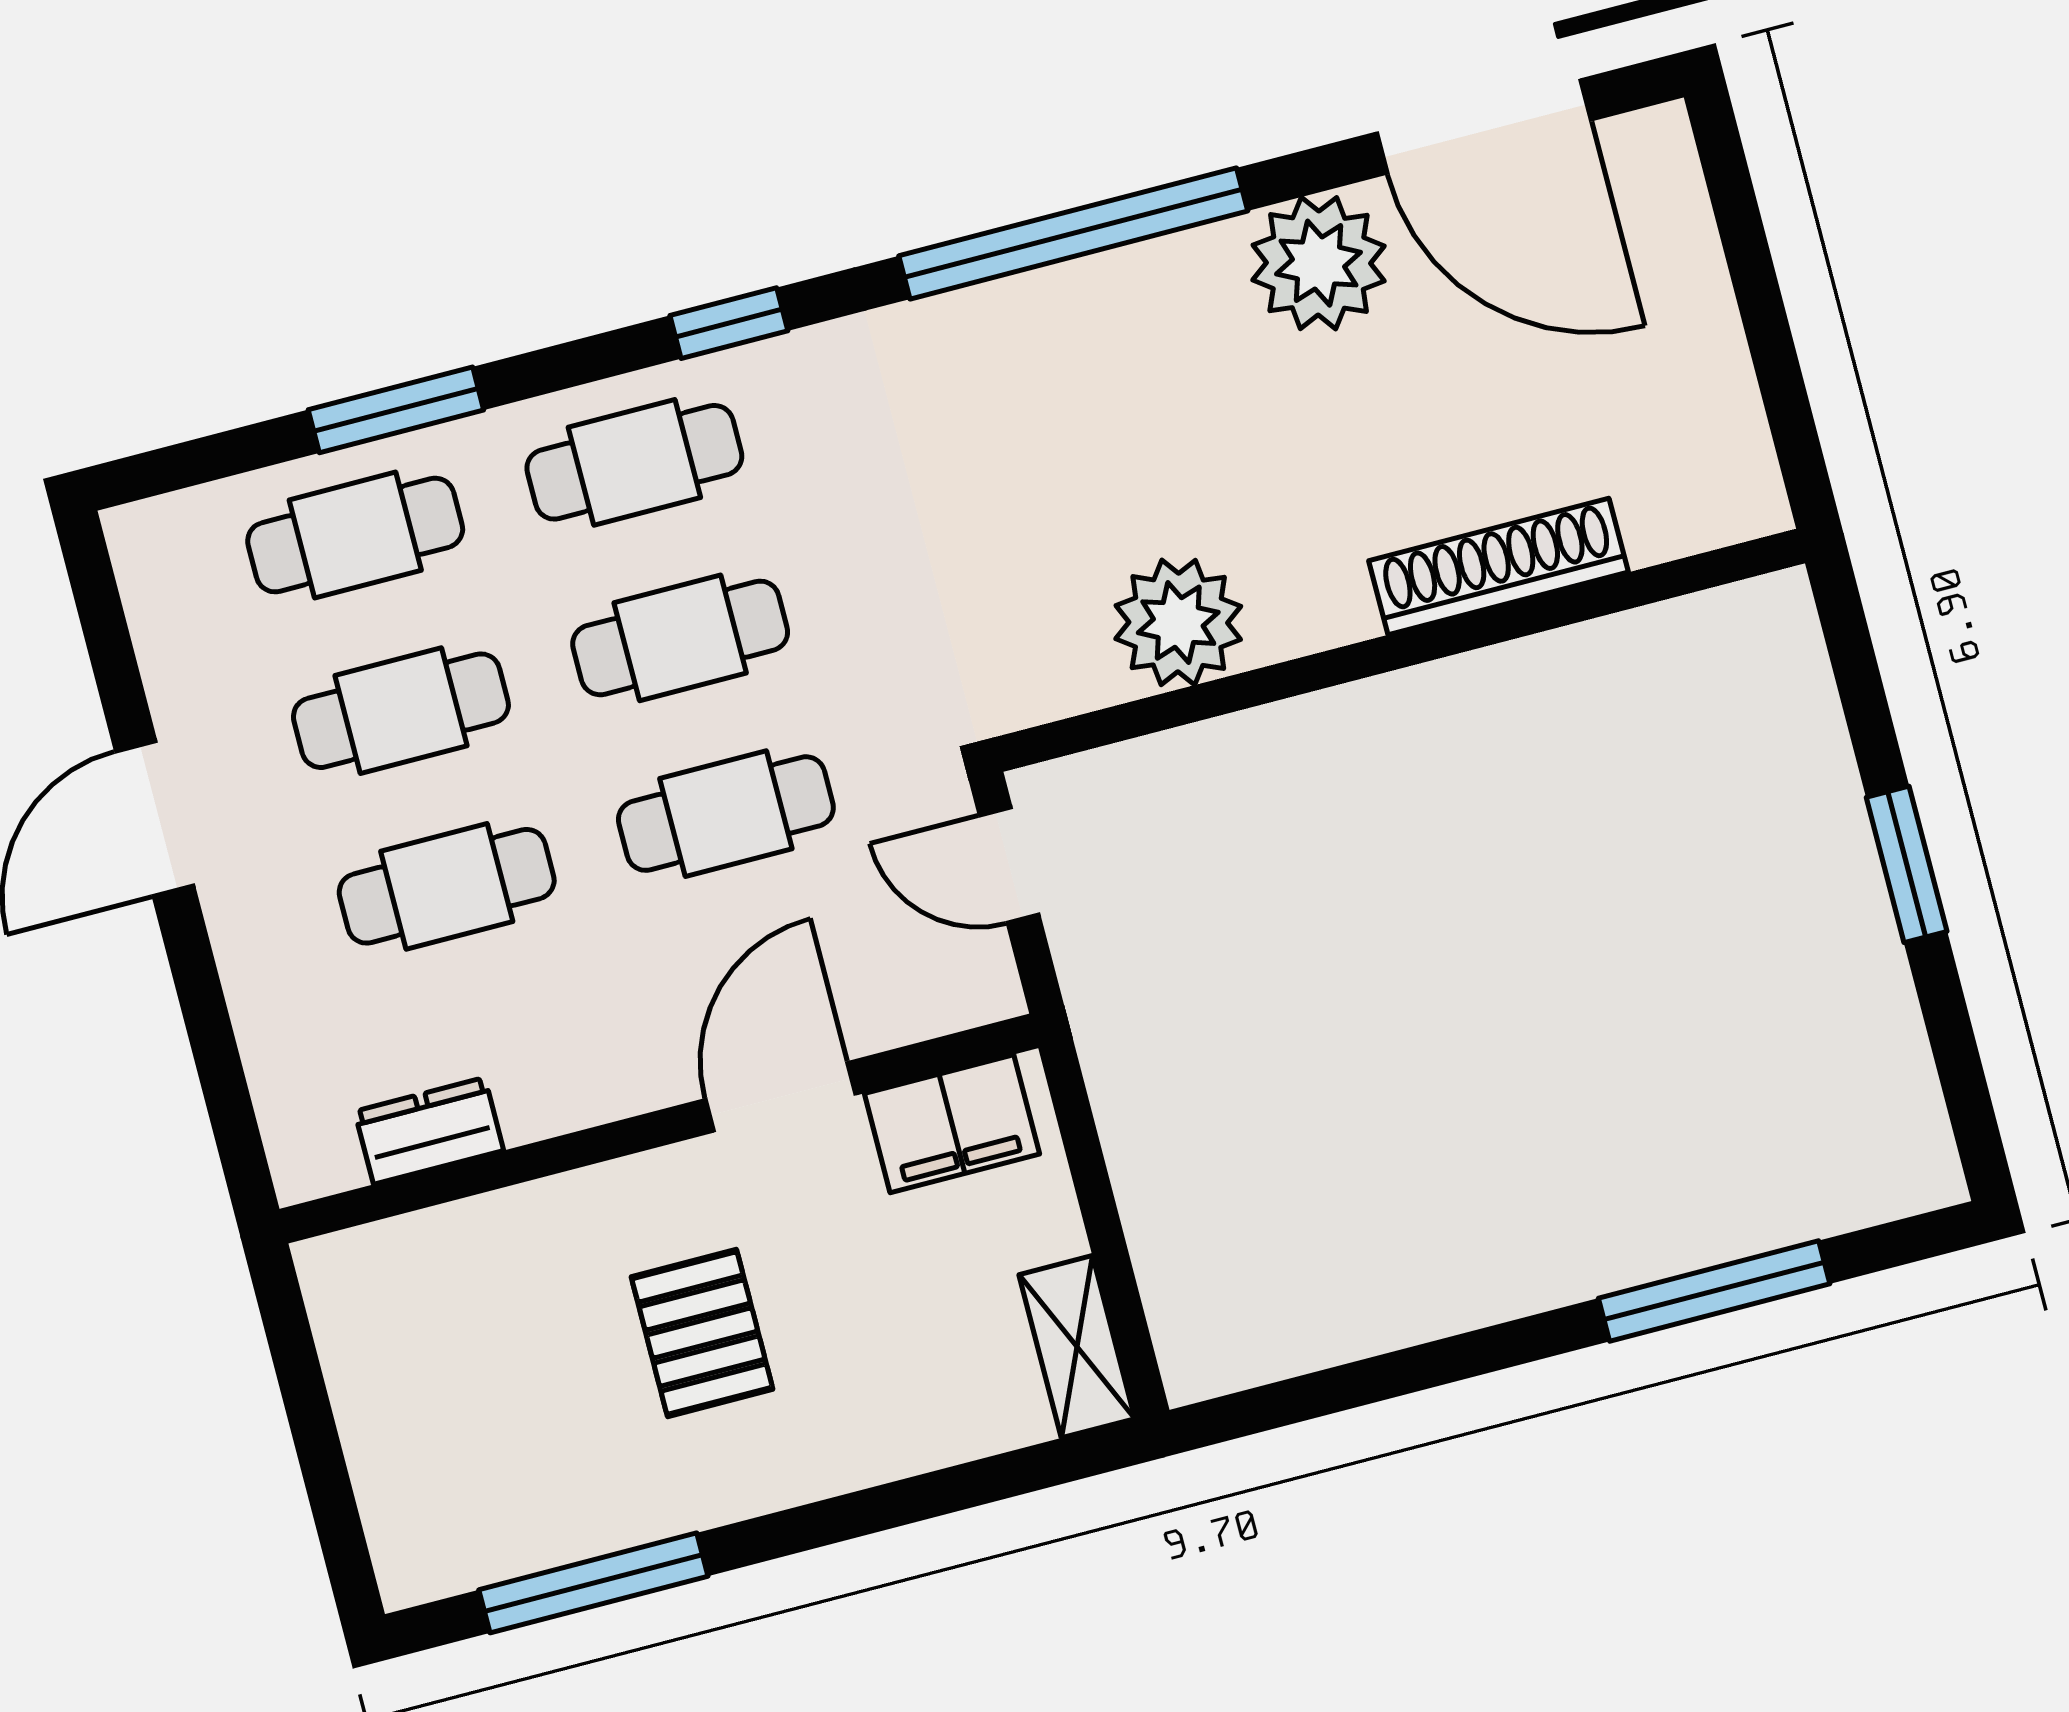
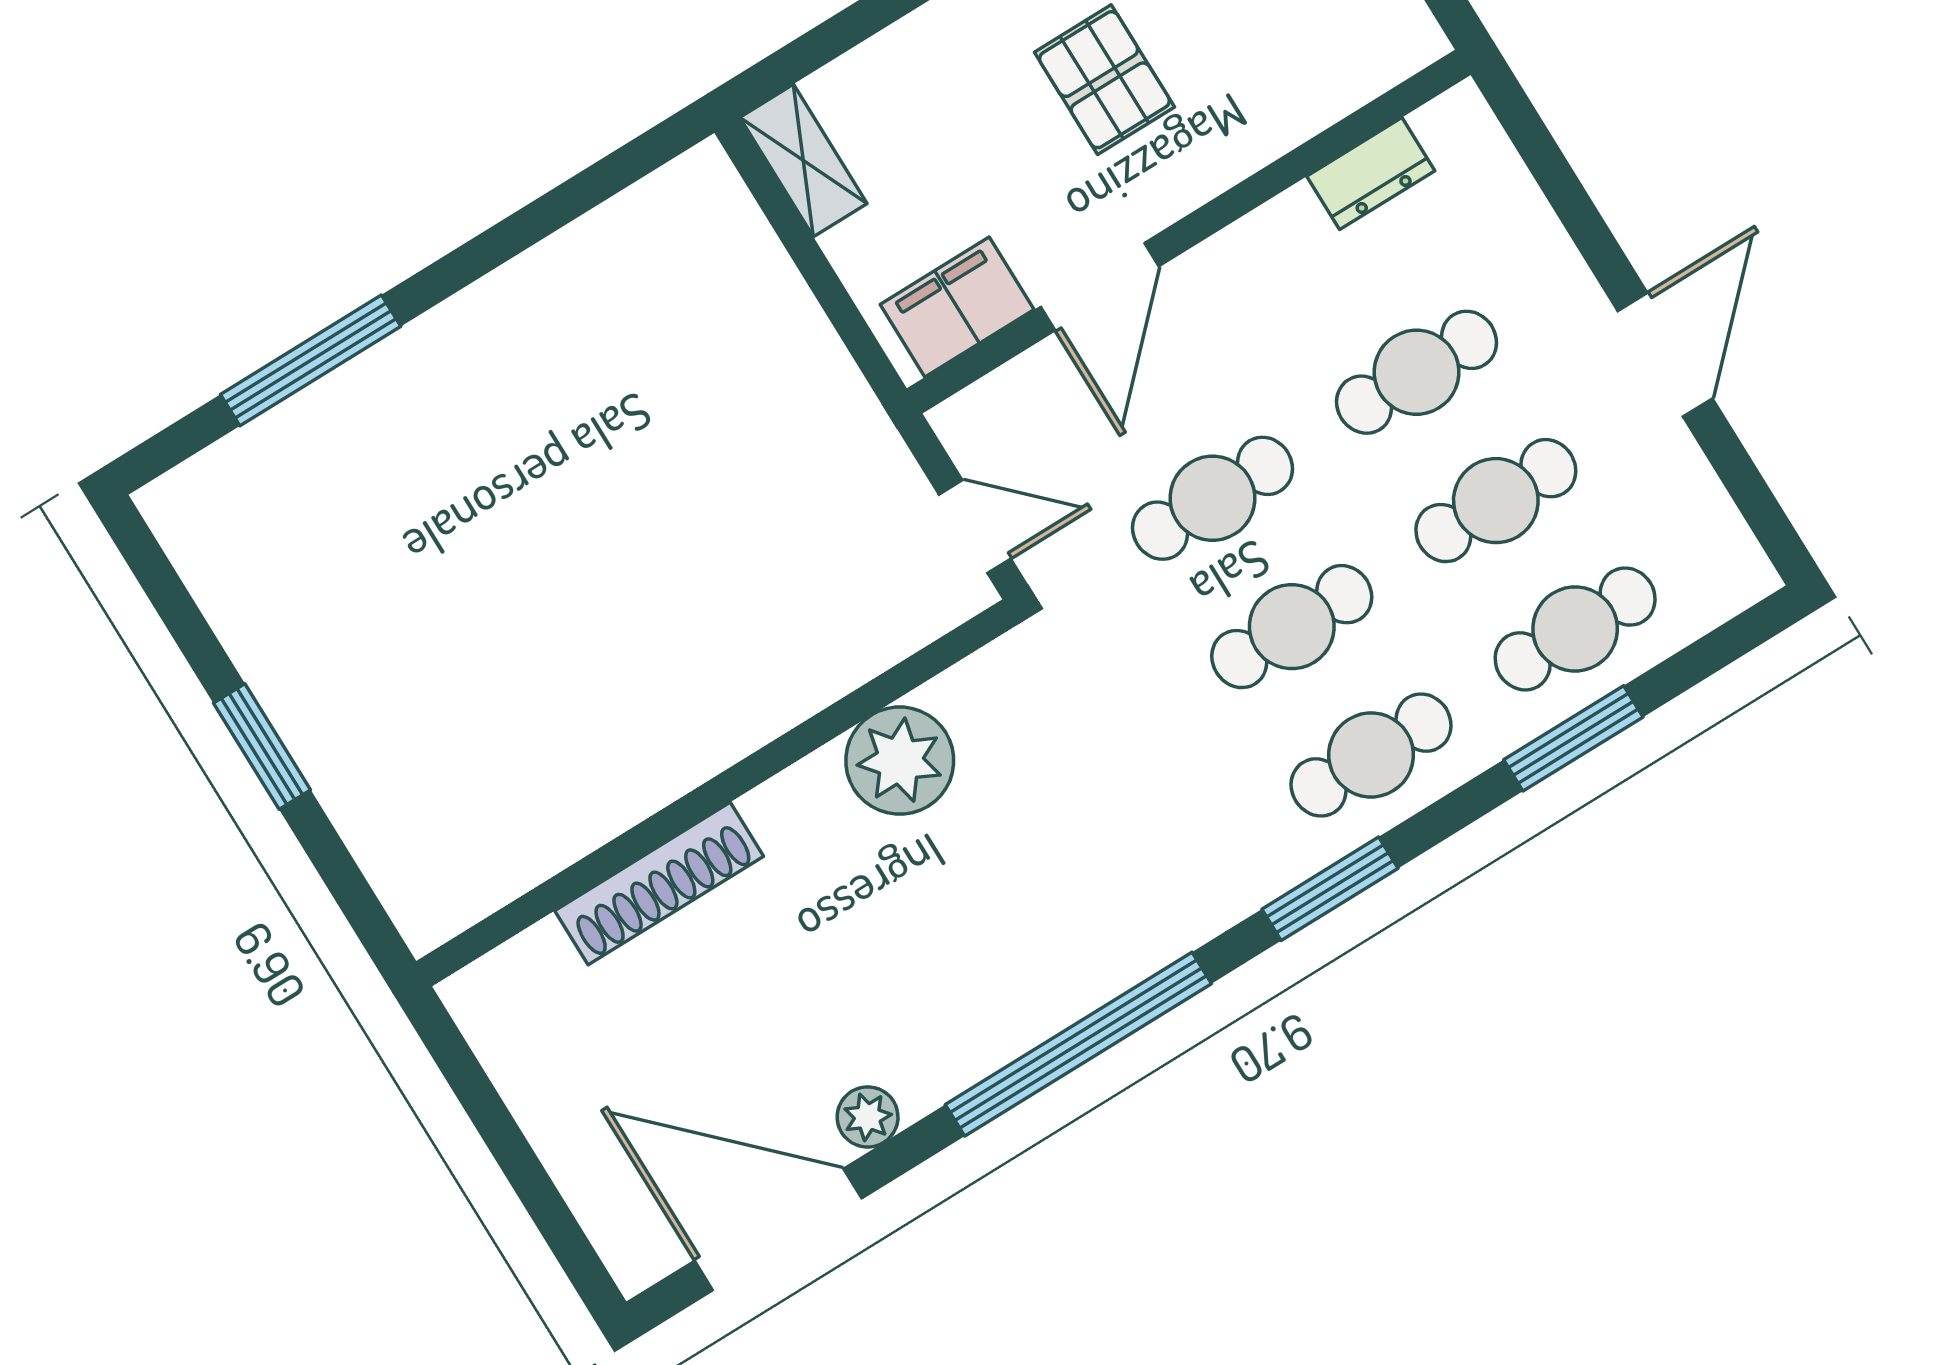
plant: (1319, 263) -> (868, 1117), width x0.53, depth x0.53
window: (729, 323) -> (1330, 889), width x1.50

